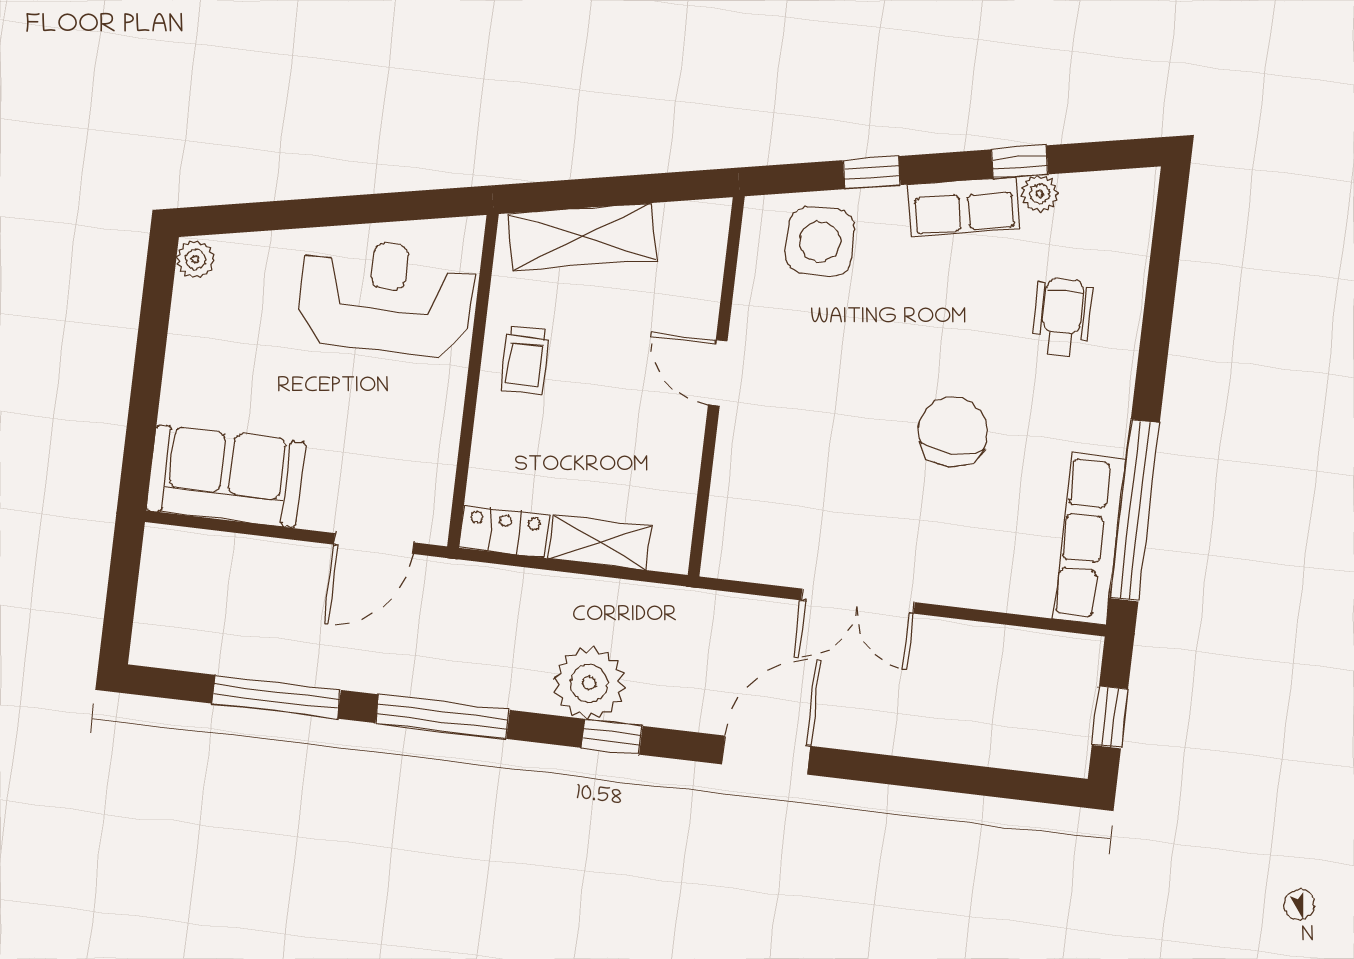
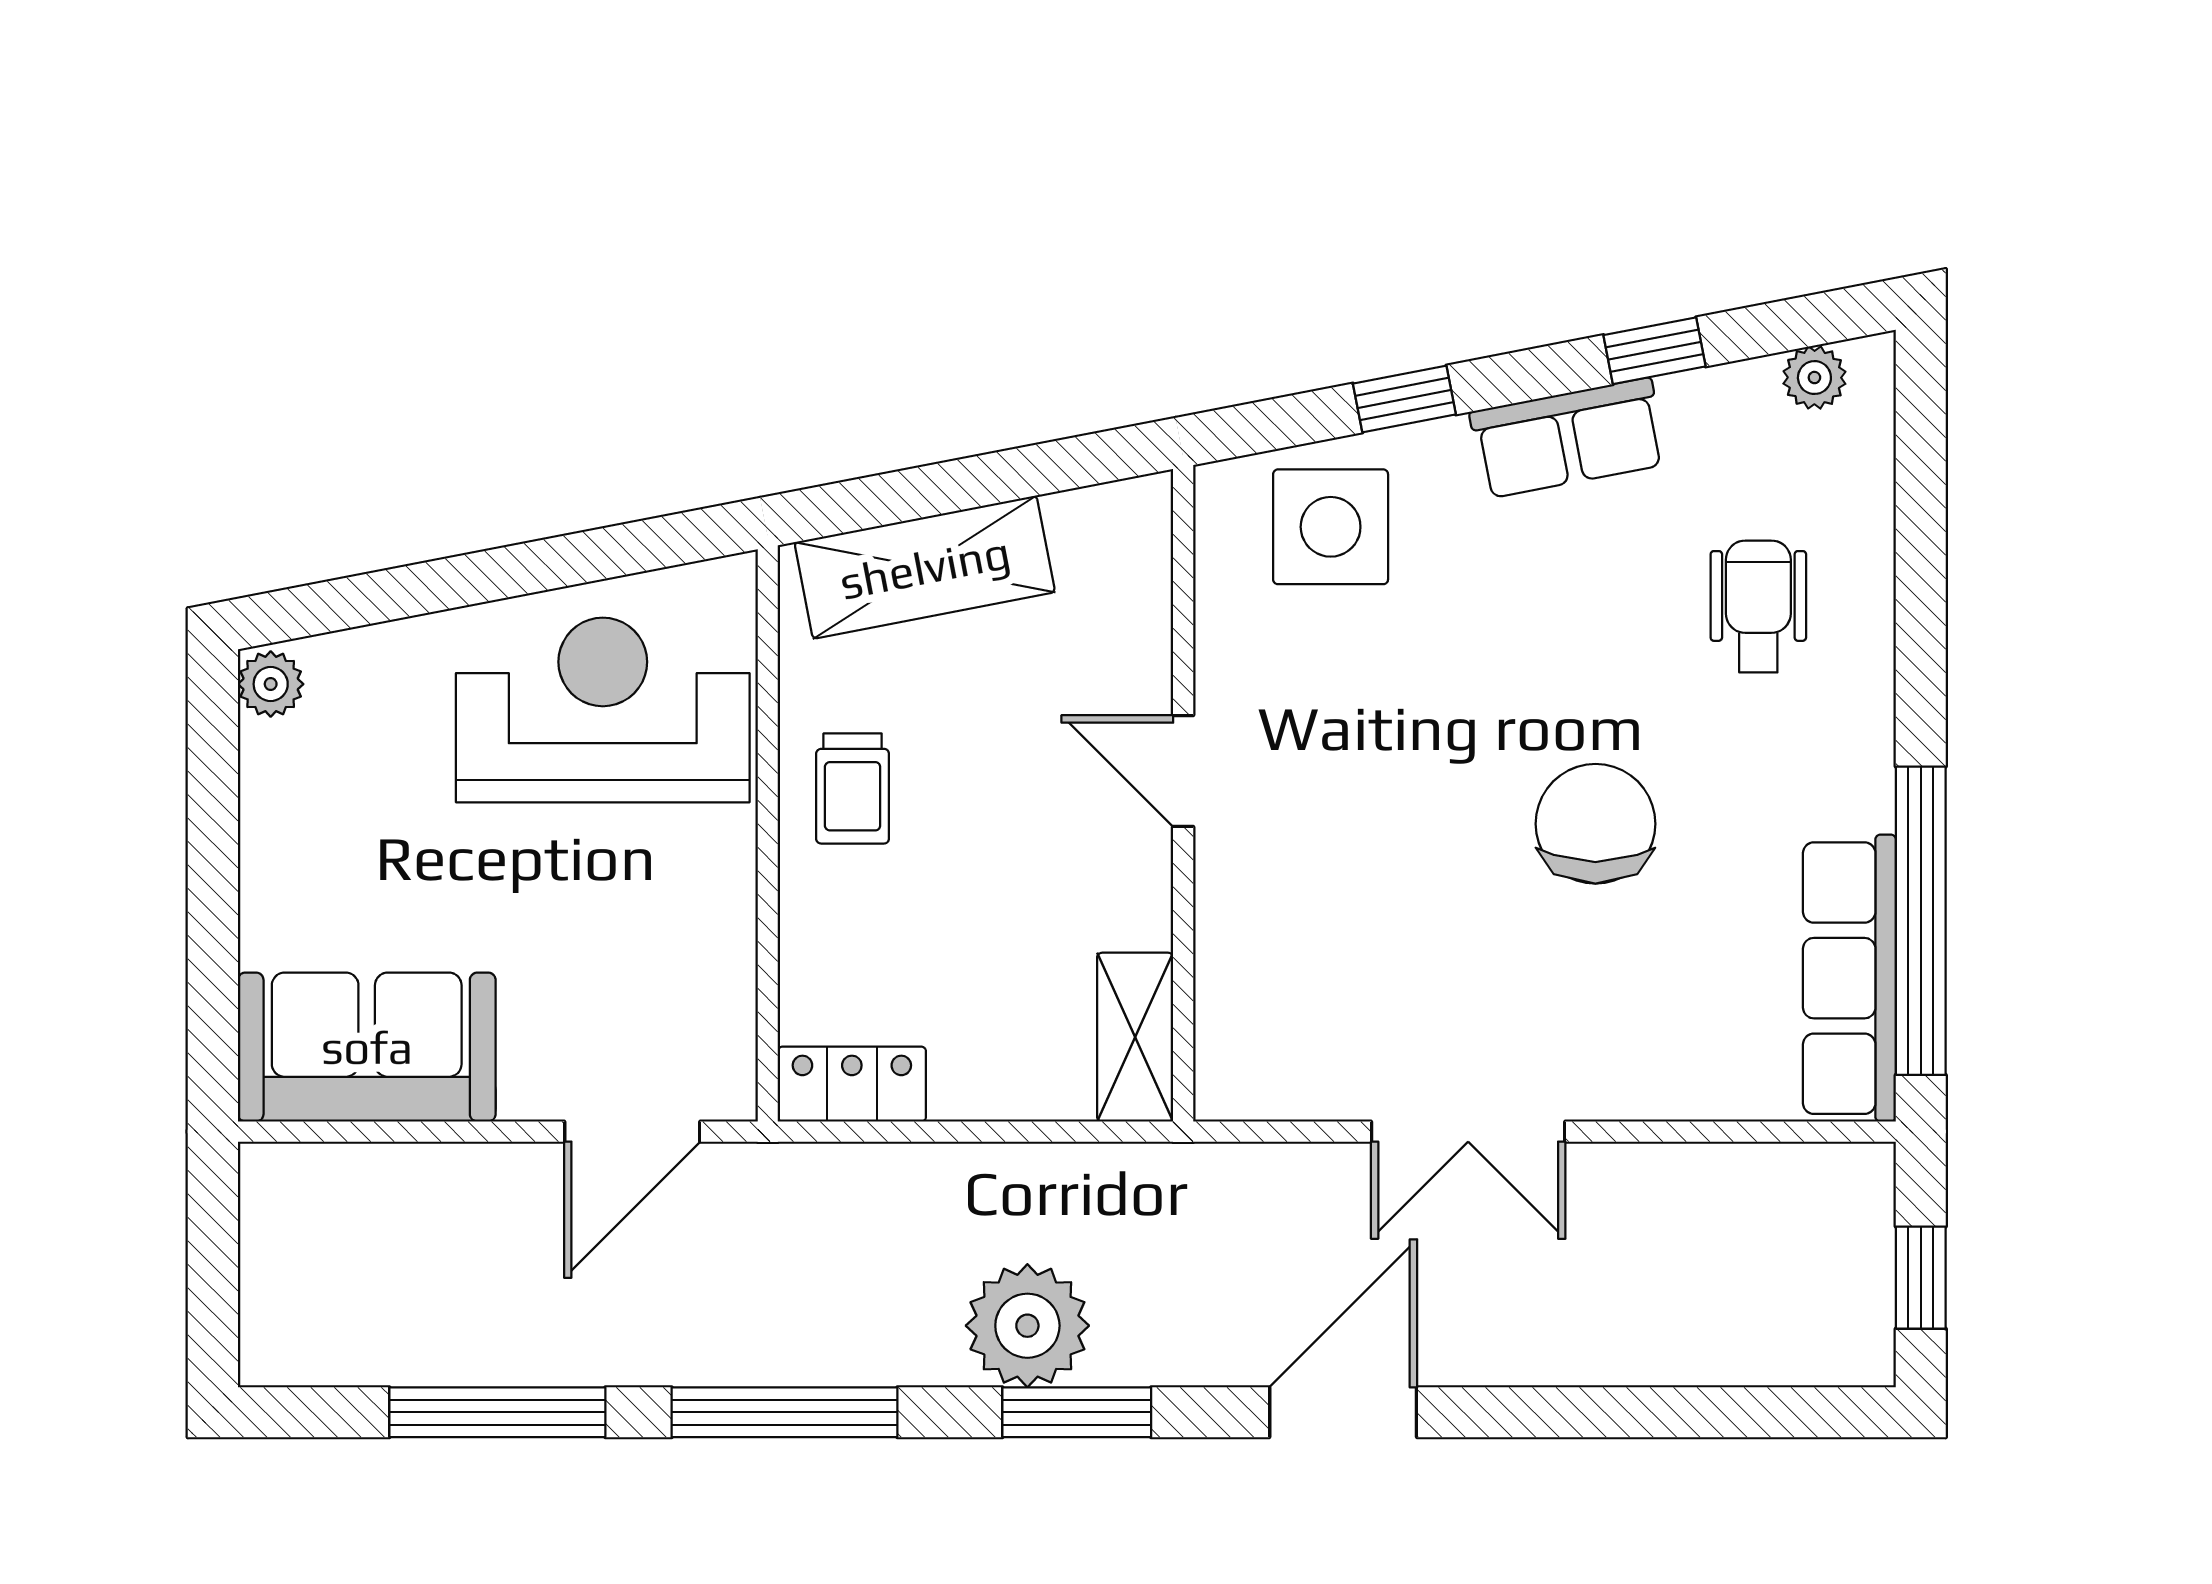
plant: (1040, 194) -> (1814, 378), moved
shelving: (600, 542) -> (1135, 1037), moved, turned 90
window: (612, 737) -> (1077, 1412), width x1.50

